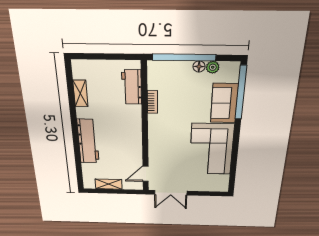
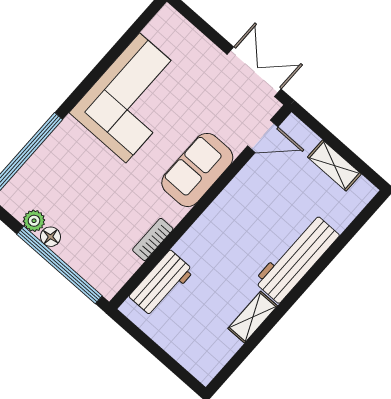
shelving: (80, 93) -> (253, 317), moved
sofa: (224, 103) -> (197, 170), moved, turned 180

